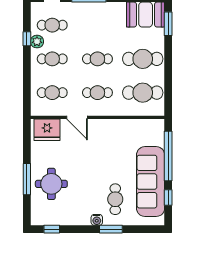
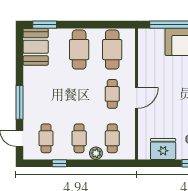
plant: (37, 42) -> (96, 153), moved
cafe table: (97, 59) -> (79, 94), removed
door: (77, 117) -> (136, 98), moved
fridge: (47, 130) -> (163, 149), moved, turned -90

